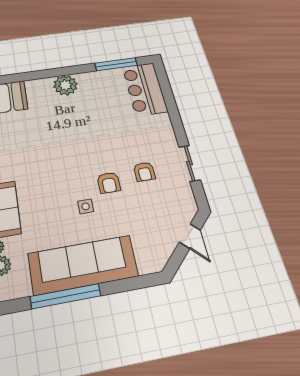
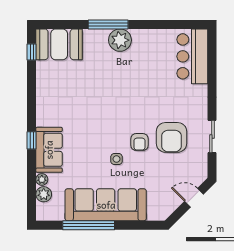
window: (116, 64) -> (108, 24), moved
armchair: (144, 172) -> (171, 137), width x1.88, depth x1.88
door: (190, 236) -> (194, 198), swing flipped

